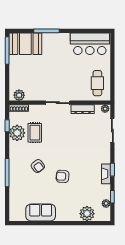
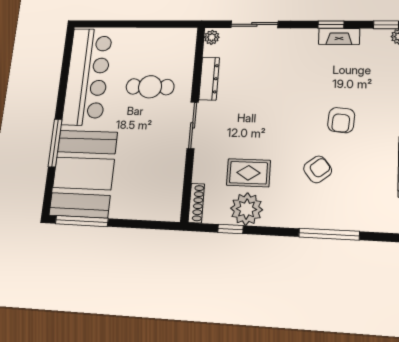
booth: (25, 44) -> (83, 173), width x1.36, depth x1.42
bar counter: (90, 44) -> (87, 76), width x1.36
cafe table: (97, 83) -> (150, 87), moved
plant: (19, 95) -> (171, 201), removed

